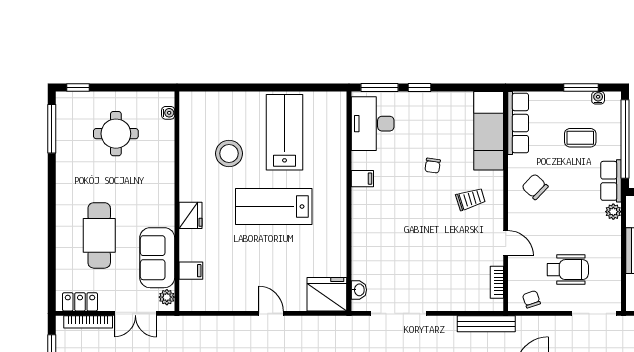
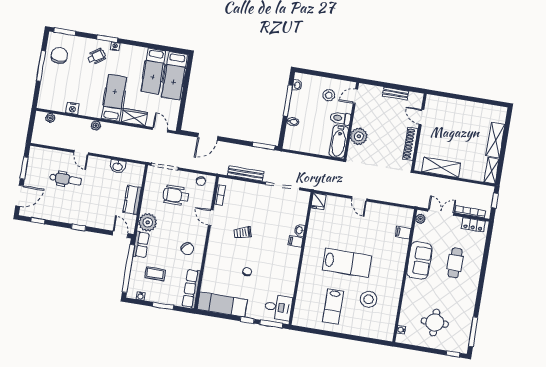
window: (581, 88) -> (163, 306), moved
desk: (373, 124) -> (278, 307), width x0.73
exam couch: (489, 131) -> (222, 304), moved, turned -90
lab bench: (285, 132) -> (333, 307), width x0.73, depth x0.72
filing cabinet: (362, 179) -> (296, 241), moved
trolley: (471, 199) -> (243, 233), moved
plant: (613, 212) -> (148, 222), width x1.88, depth x1.88
fridge: (191, 215) -> (398, 266), removed
cafe table: (99, 235) -> (455, 263), width x0.73, depth x0.74
sofa: (157, 258) -> (419, 260), moved
washbasin: (359, 290) -> (300, 230), moved
fridge: (327, 294) -> (318, 201), width x0.53, depth x0.75
bench: (486, 324) -> (246, 173), moved

